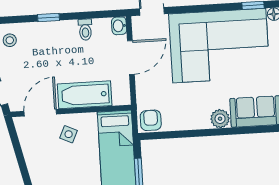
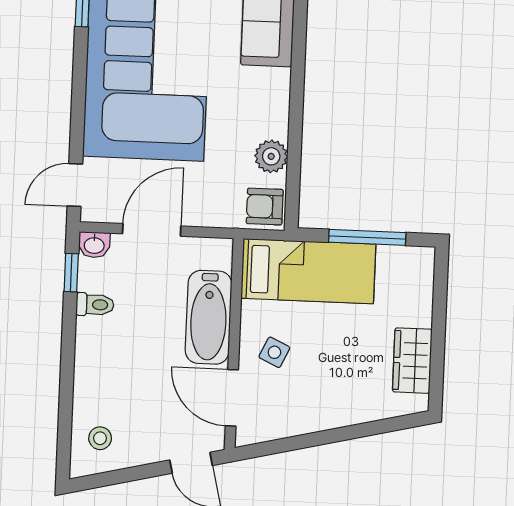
window: (49, 18) -> (71, 273), moved
door: (131, 58) -> (152, 230), hinge flipped
plant: (220, 119) -> (271, 156), moved

